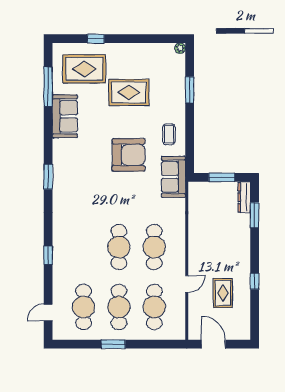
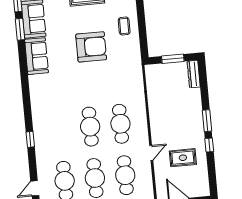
window: (48, 177) -> (20, 29), moved
sofa: (173, 177) -> (37, 56), moved, turned 180
window: (255, 215) -> (207, 121), moved
rug: (223, 293) -> (183, 158), turned 90

